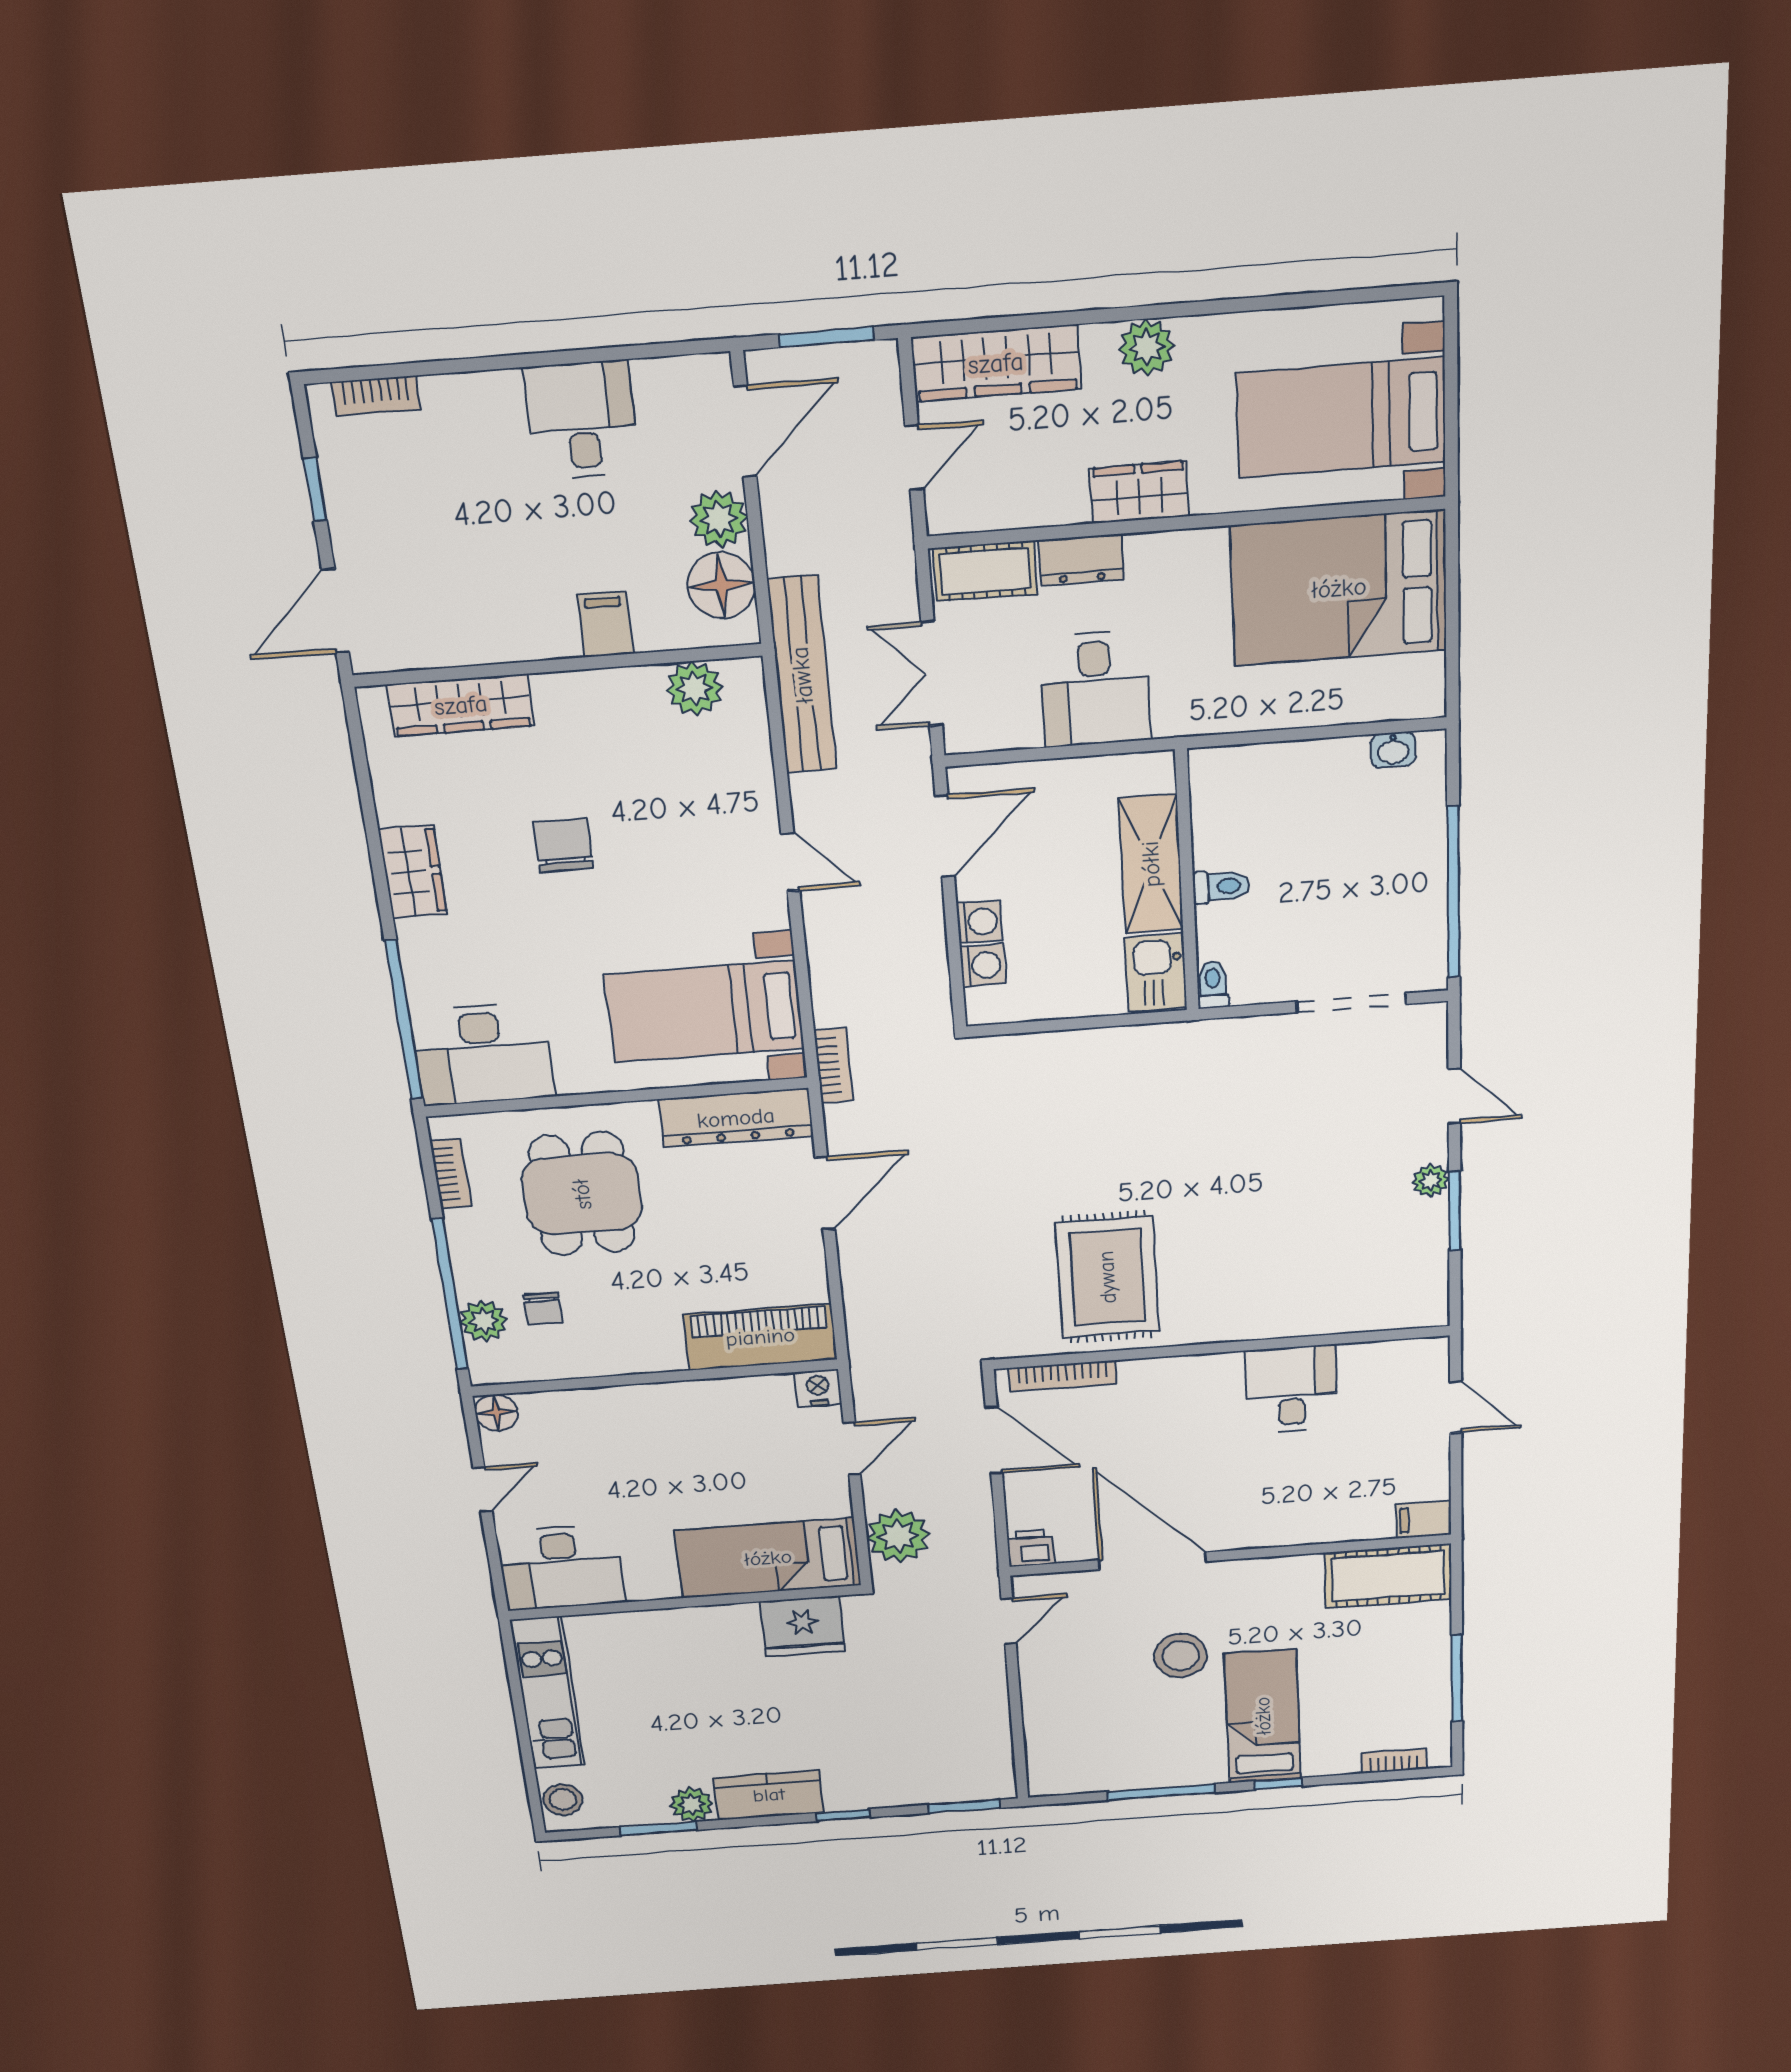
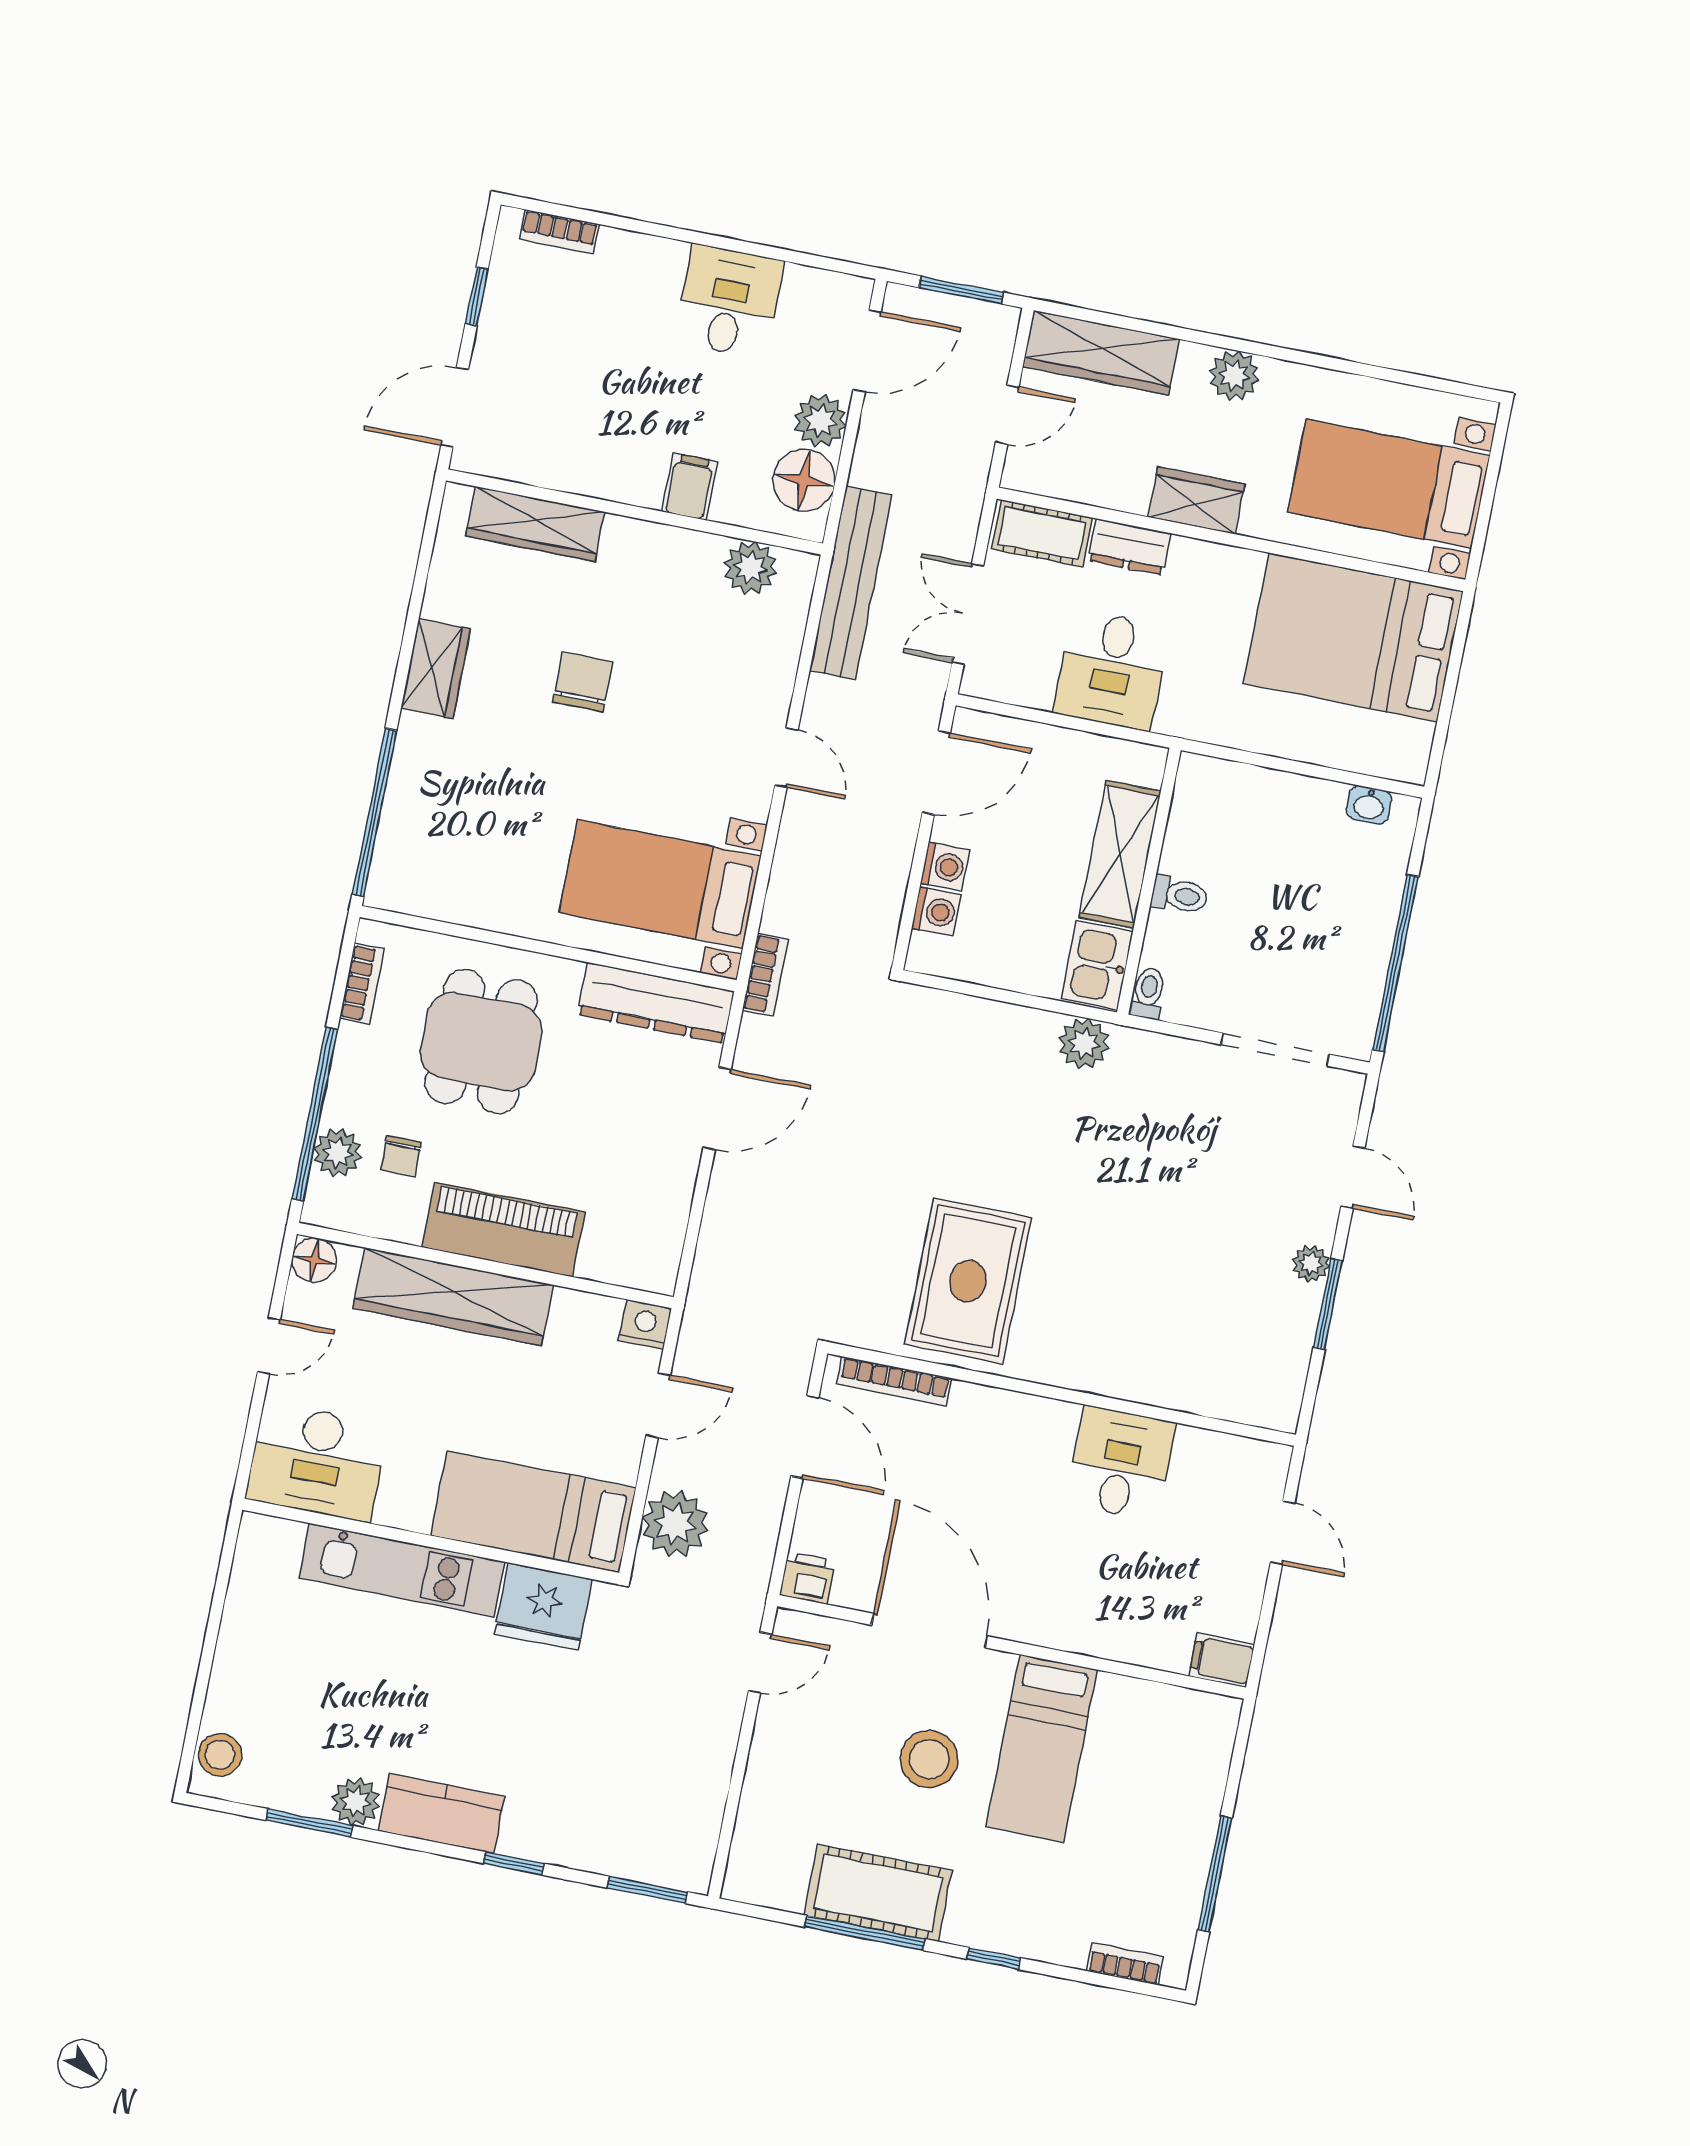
plant: (1162, 1046) -> (1084, 1043), added
desk: (483, 1054) -> (437, 868), removed
piano: (760, 1337) -> (504, 1230), moved
wardrobe: (634, 1410) -> (453, 1297), added
cot: (1388, 1576) -> (878, 1893), moved
kitchen unit: (548, 1693) -> (402, 1570), moved, turned 90
bed: (1263, 1716) -> (1042, 1748), moved, turned 180

